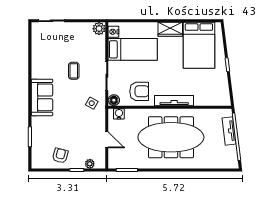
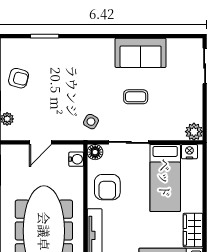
sofa: (42, 97) -> (141, 53), moved

